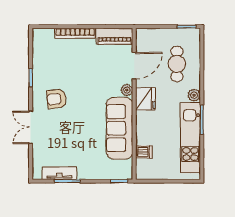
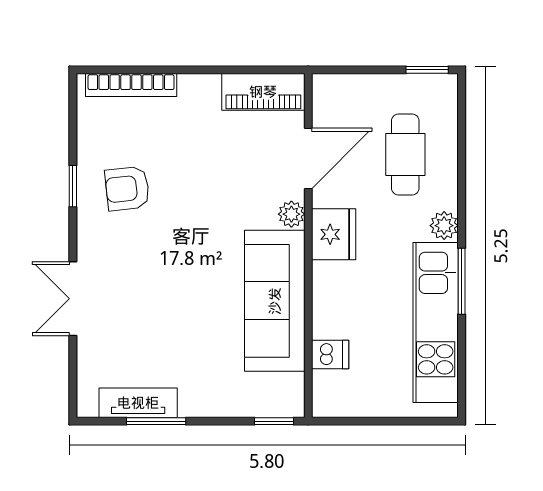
bookcase: (75, 33) -> (131, 85), moved
armchair: (57, 99) -> (127, 189), moved

